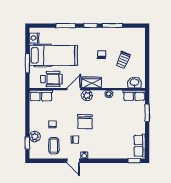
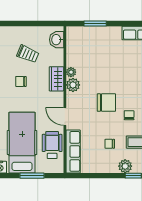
wardrobe: (92, 82) -> (56, 79), moved
plant: (87, 95) -> (73, 85), moved
row of seats: (134, 95) -> (73, 40), removed
row of seats: (41, 96) -> (73, 151), width x1.48

